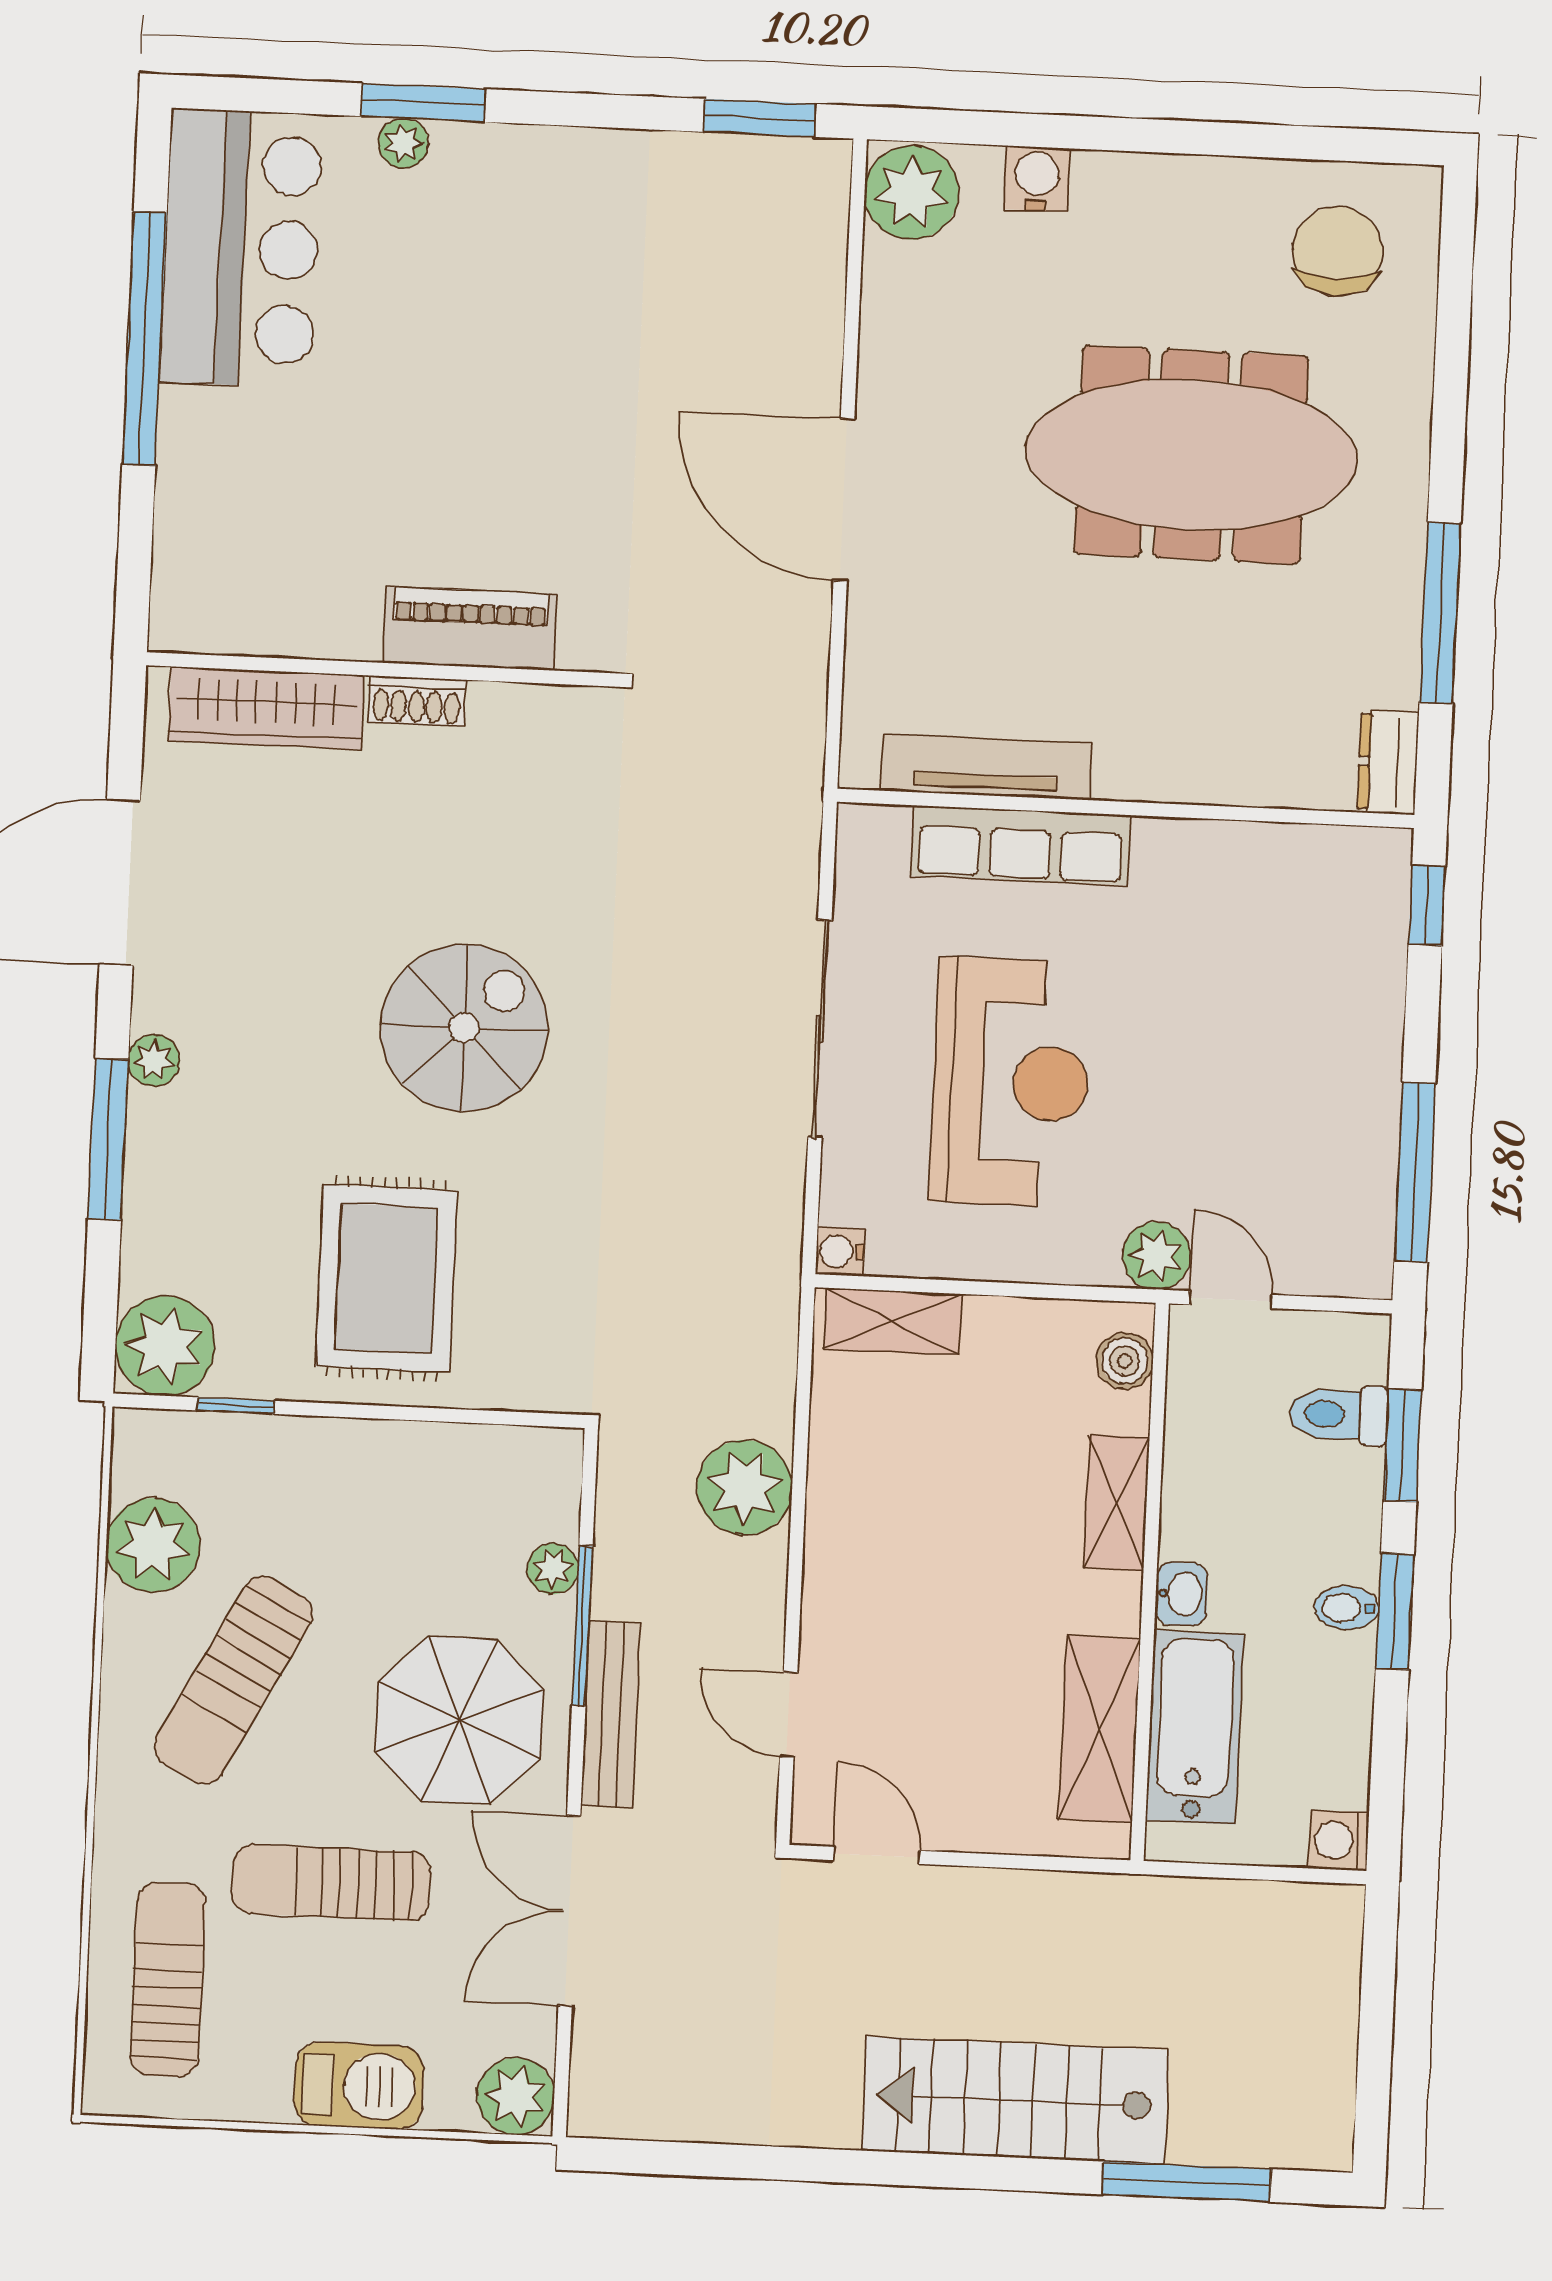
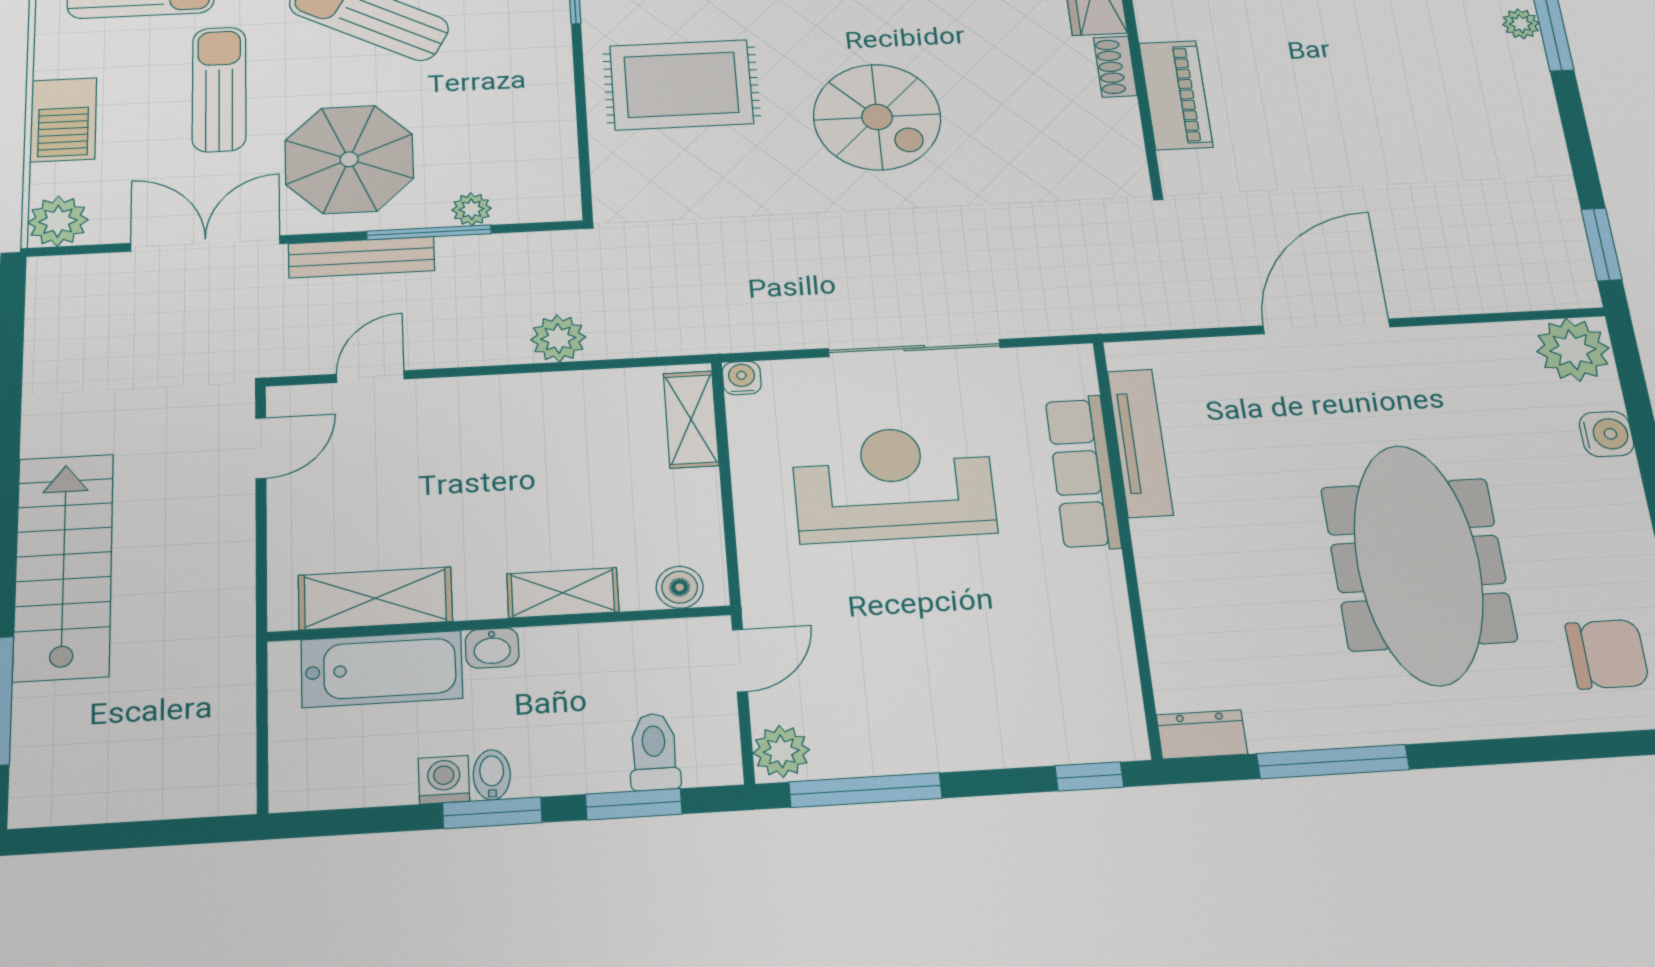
reception desk: (1011, 1082) -> (894, 484), turned 180
plant: (1156, 1256) -> (781, 751), moved
plant: (745, 1487) -> (558, 338), width x0.73, depth x0.73
washing machine: (1339, 1840) -> (444, 780), moved

